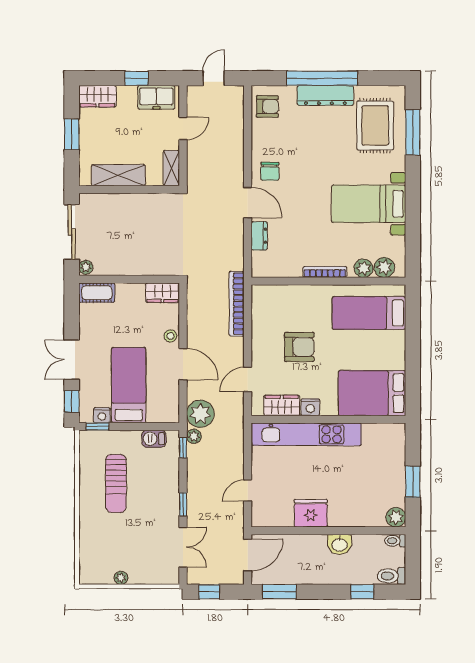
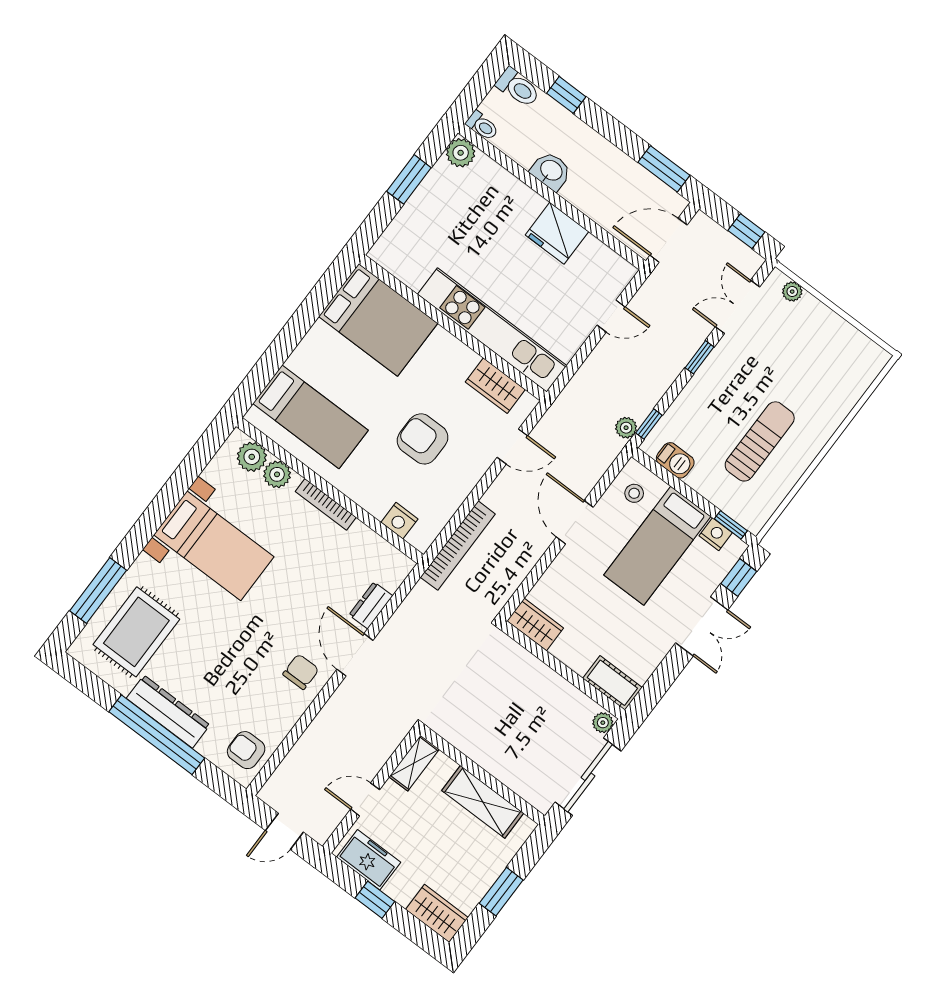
stool: (170, 336) -> (634, 493), moved
nightstand: (310, 407) -> (399, 521), moved, turned 180
plant: (200, 414) -> (598, 448), removed
plant: (121, 578) -> (792, 292), moved

